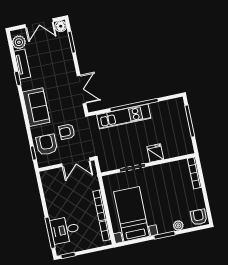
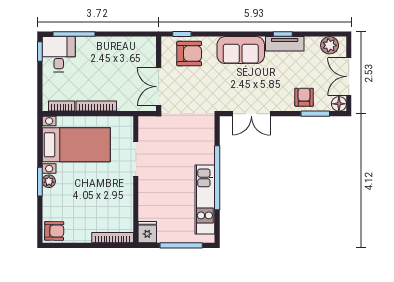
tv unit: (22, 64) -> (285, 44), moved
kitchen unit: (124, 116) -> (205, 199), moved
armchair: (67, 132) -> (304, 97), moved
fridge: (155, 153) -> (147, 232), moved, turned -90
plant: (178, 225) -> (49, 181), moved
desk: (65, 230) -> (59, 54), moved

